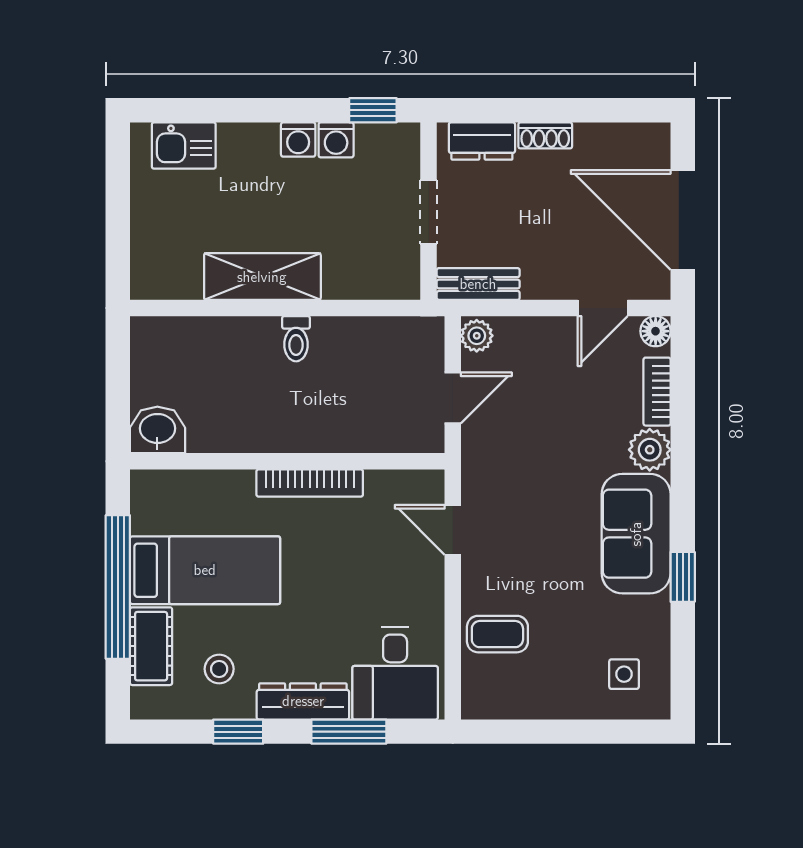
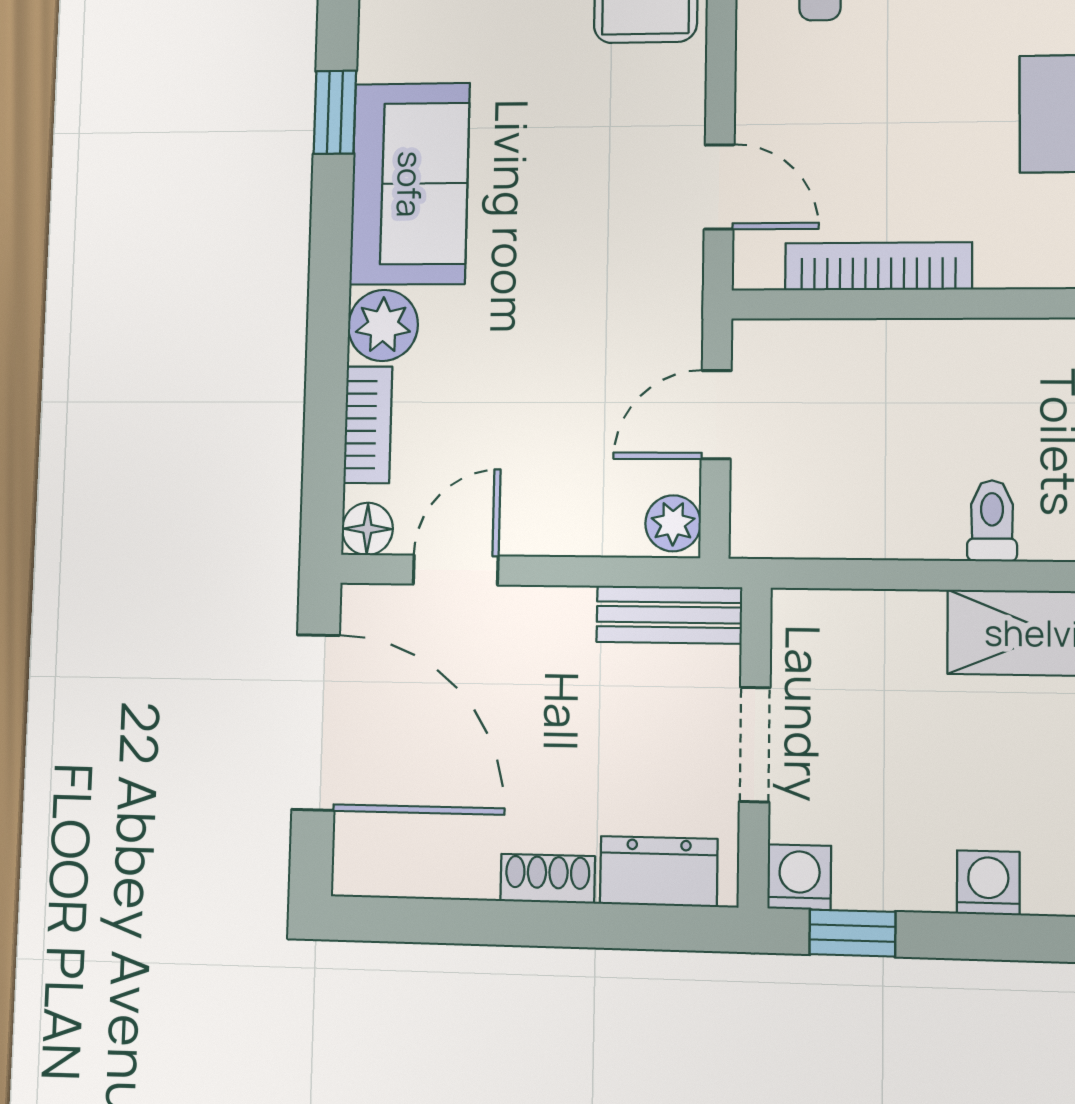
washing machine: (336, 140) -> (800, 877), moved
bookcase: (310, 483) -> (878, 266), moved

